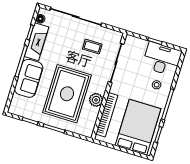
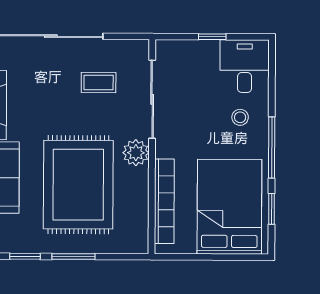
desk: (162, 59) -> (245, 66), width x0.73
plant: (96, 100) -> (136, 153), moved

